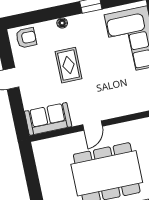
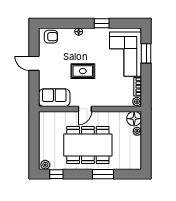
rug: (69, 65) -> (83, 71), moved, turned 90

